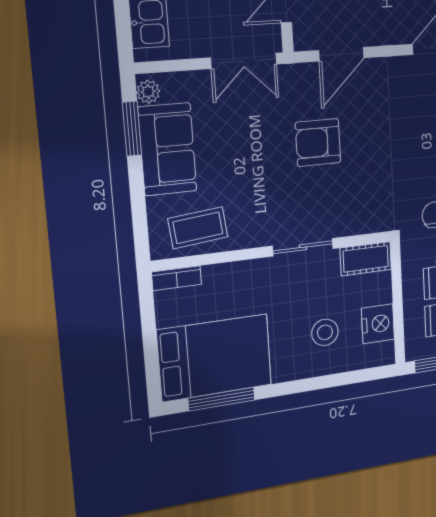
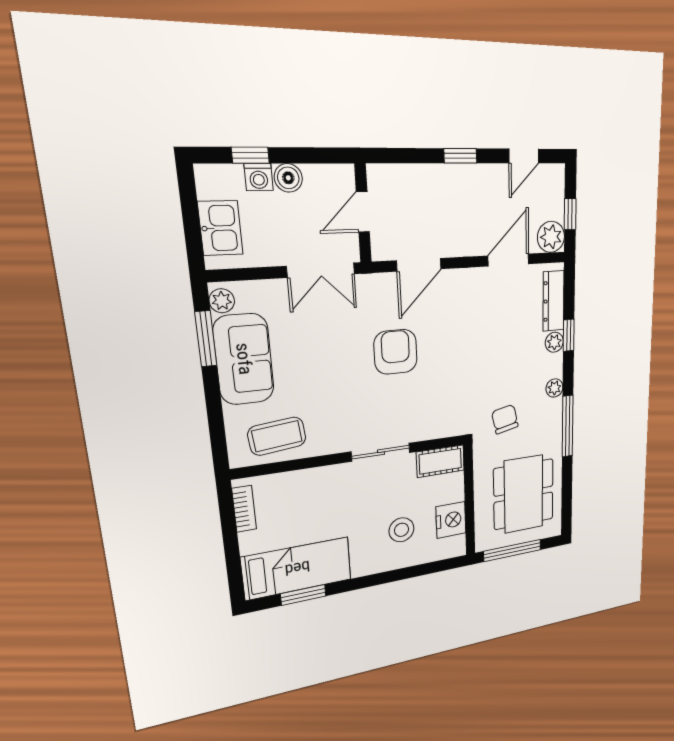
armchair: (318, 143) -> (396, 352), turned 90
bookcase: (177, 278) -> (244, 509), moved, turned -90
bed: (215, 358) -> (297, 568), width x0.67
window: (222, 399) -> (303, 595), width x0.69

